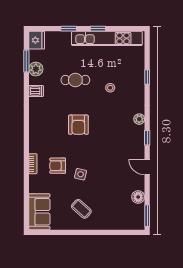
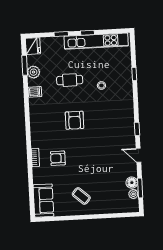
plant: (139, 119) -> (133, 194), moved
side table: (81, 174) -> (79, 165), removed
window: (147, 216) -> (140, 188), moved

